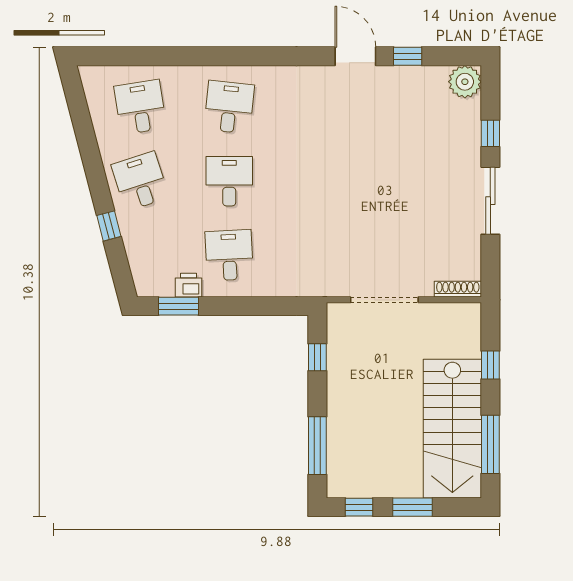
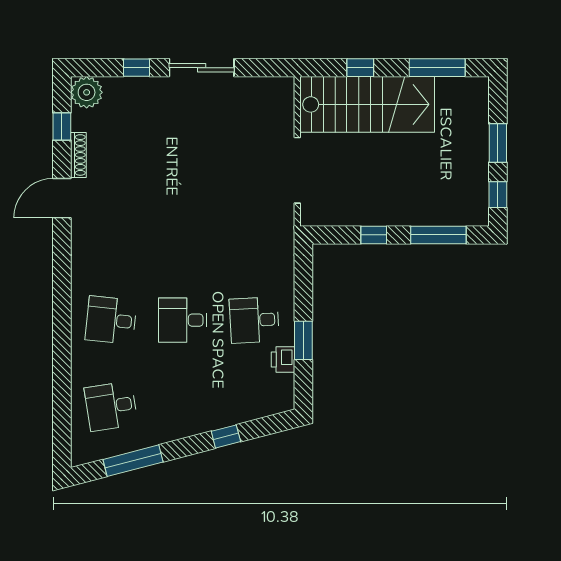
window: (408, 56) -> (62, 127), moved
window: (84, 130) -> (133, 461), added
desk: (140, 181) -> (183, 406), removed
shoe rack: (458, 289) -> (78, 155), moved, turned 180
window: (179, 306) -> (303, 340), moved
window: (317, 357) -> (374, 235), moved
stairs: (452, 429) -> (367, 104), moved

